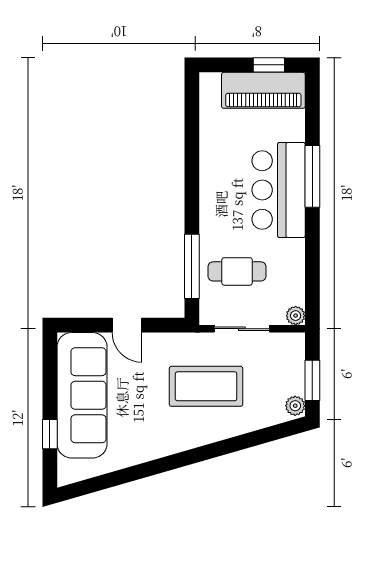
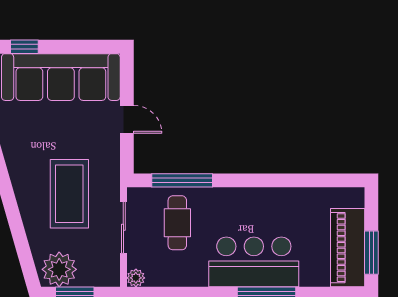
window: (269, 65) -> (371, 253), width x1.50
door: (127, 325) -> (127, 119), swing flipped
plant: (295, 406) -> (59, 269), width x1.88, depth x1.88

